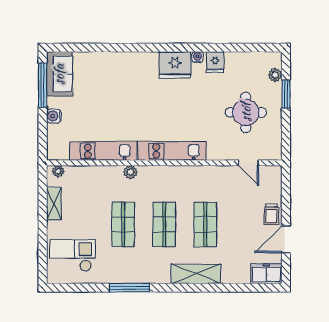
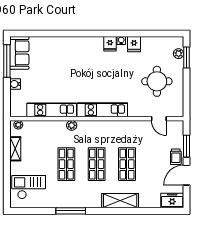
fridge: (175, 65) -> (110, 44), width x0.53, depth x0.75
window: (286, 94) -> (186, 57), moved
window: (286, 200) -> (186, 146), added

